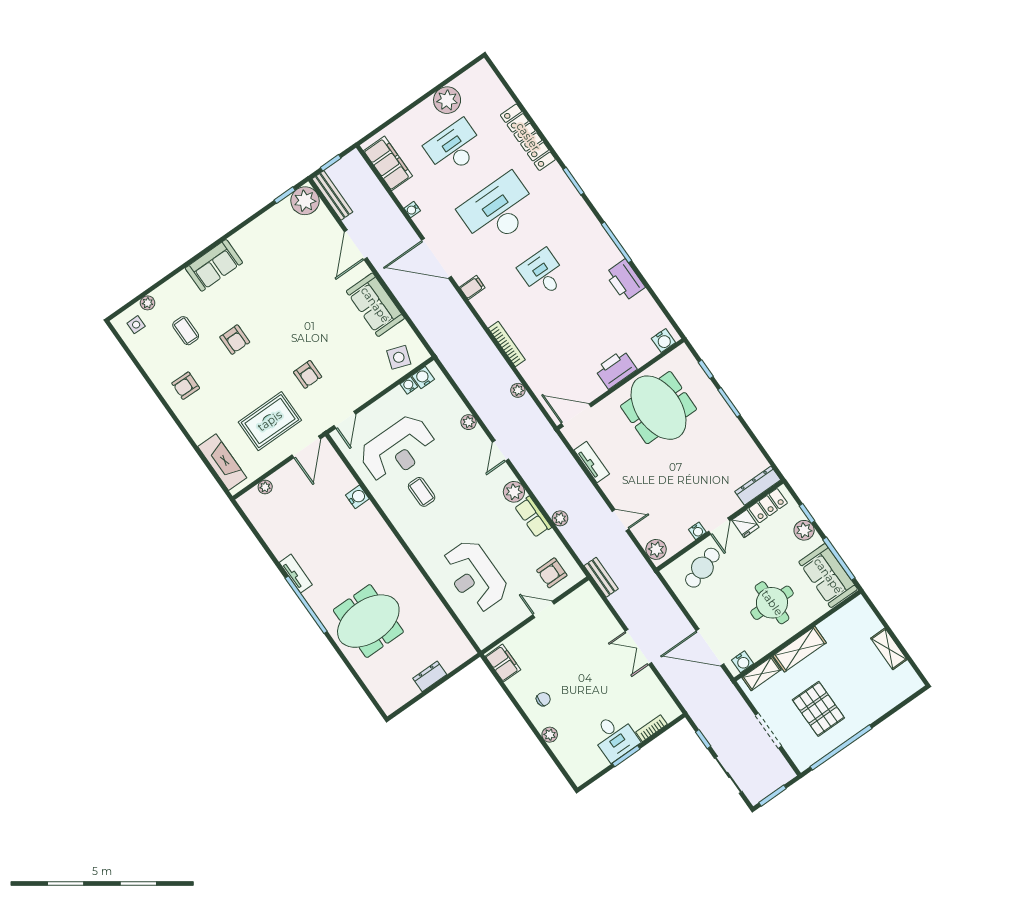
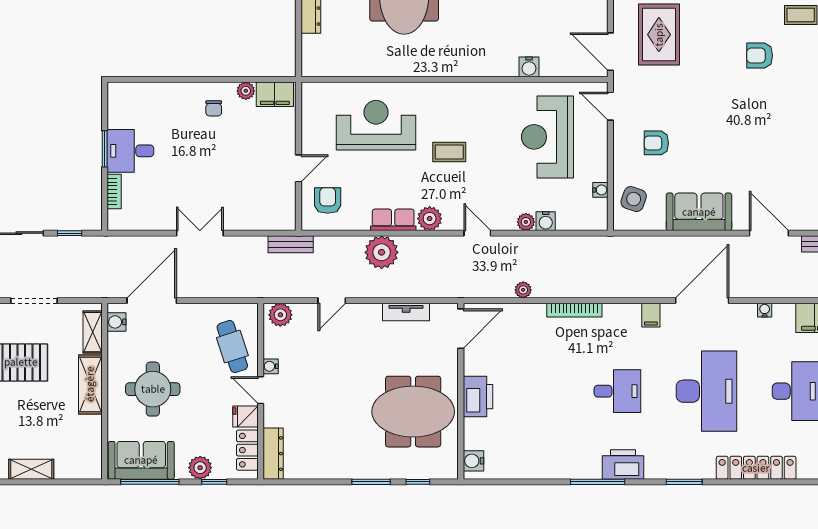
printer: (625, 280) -> (623, 464), moved
armchair: (308, 374) -> (656, 143), moved
water cooler: (423, 378) -> (546, 221), moved, turned 90
coffee table: (422, 492) -> (449, 152), moved
plant: (560, 518) -> (382, 252), width x1.88, depth x1.88
plant: (550, 735) -> (246, 91), moved

